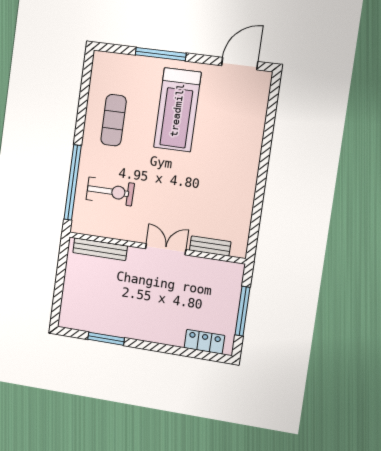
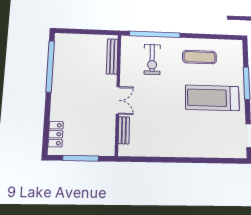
window: (106, 339) -> (50, 66), width x2.11

